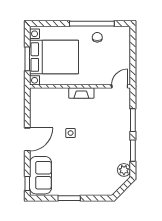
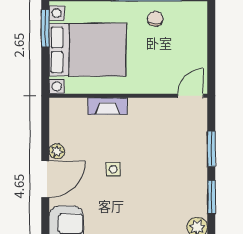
window: (27, 59) -> (45, 28), moved
fireplace: (81, 93) -> (107, 106), moved
plant: (35, 122) -> (57, 151), added

